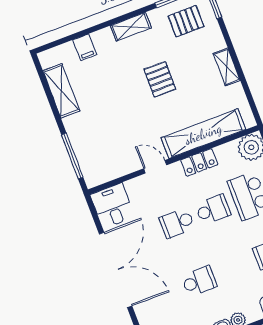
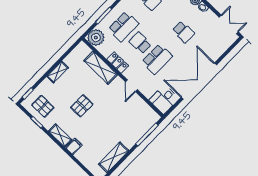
filing cabinet: (85, 47) -> (74, 146), moved
shelving: (203, 134) -> (101, 68), width x0.68
school desk: (177, 223) -> (157, 59), width x1.85
school desk: (199, 281) -> (183, 32), turned 180

